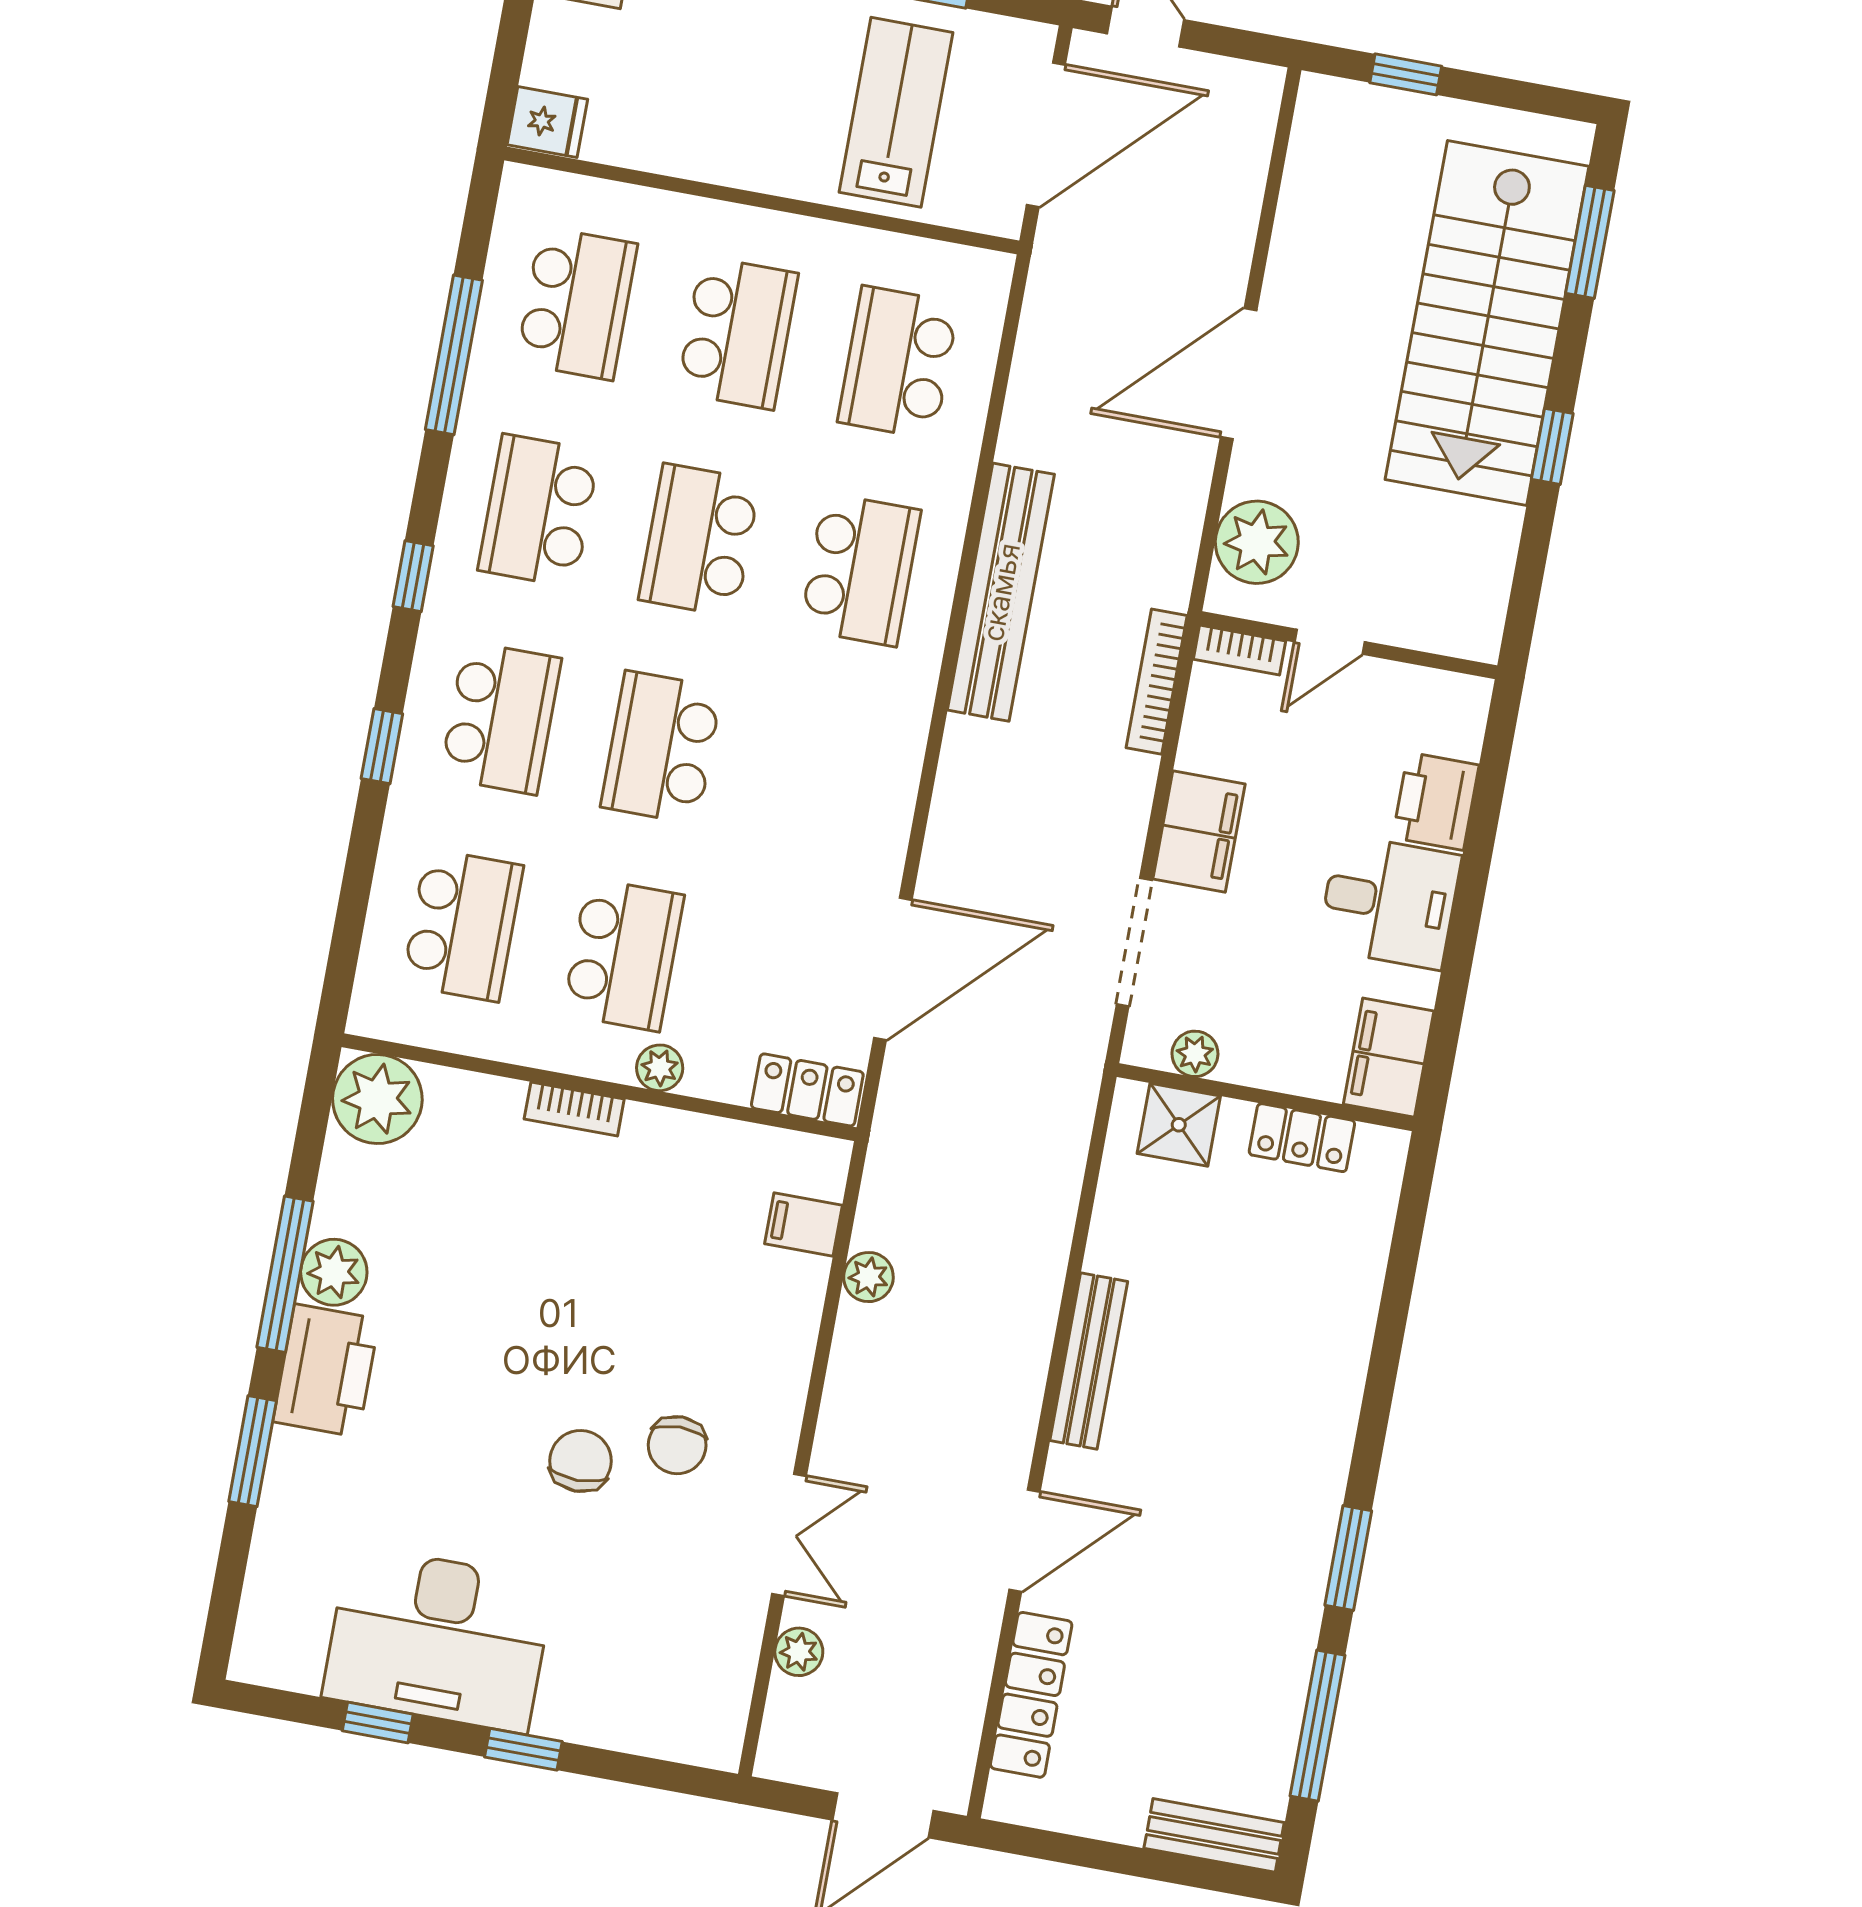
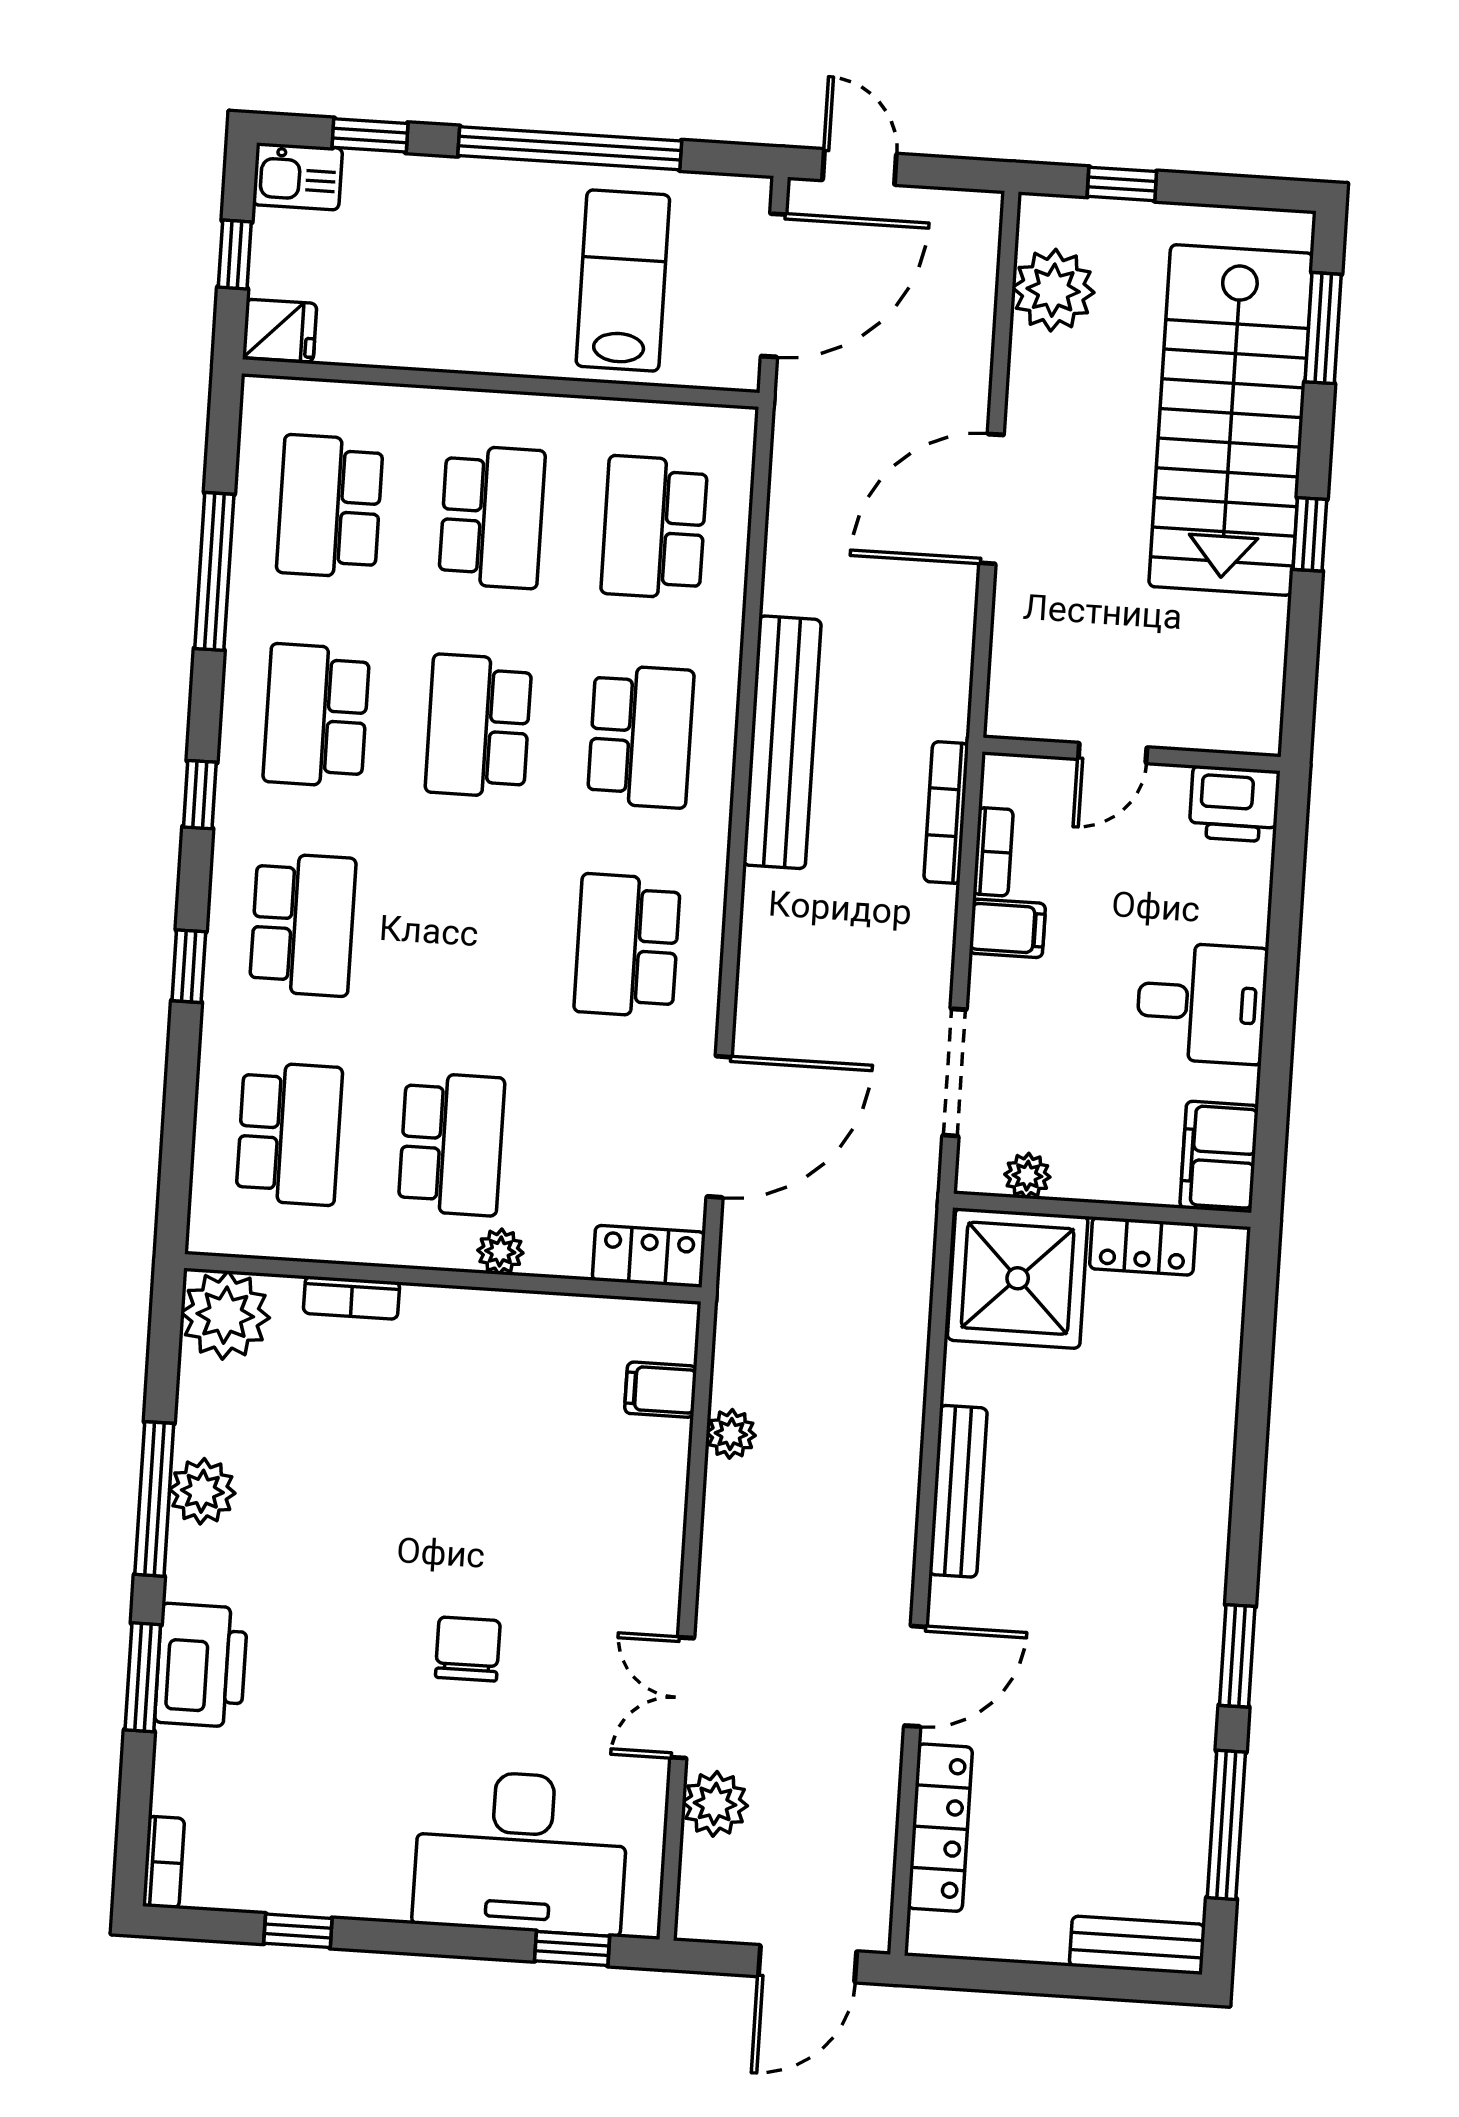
window: (511, 41) -> (235, 254), added
school desk: (577, 303) -> (330, 506), turned 180
plant: (1257, 542) -> (1053, 290), moved
bookcase: (1239, 650) -> (993, 852), moved, turned -90
school desk: (661, 747) -> (627, 945), moved
printer: (1436, 801) -> (1234, 804), moved, turned -90
filing cabinet: (1199, 832) -> (1007, 928), width x0.50
bookcase: (574, 1109) -> (351, 1298), moved
shower: (1179, 1125) -> (1018, 1278), width x1.86, depth x1.86
printer: (326, 1370) -> (201, 1665), moved
chair: (677, 1445) -> (561, 1622), removed
double door: (789, 1535) -> (682, 1698), swing flipped
bookcase: (252, 1638) -> (163, 1862), added
desk: (438, 1639) -> (521, 1852), moved
plant: (799, 1652) -> (715, 1804), width x1.38, depth x1.38
window: (523, 1749) -> (572, 1949), moved

